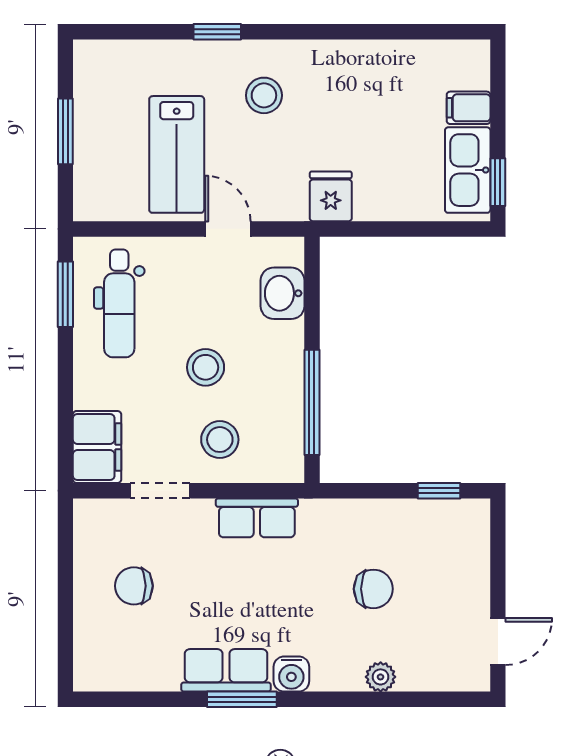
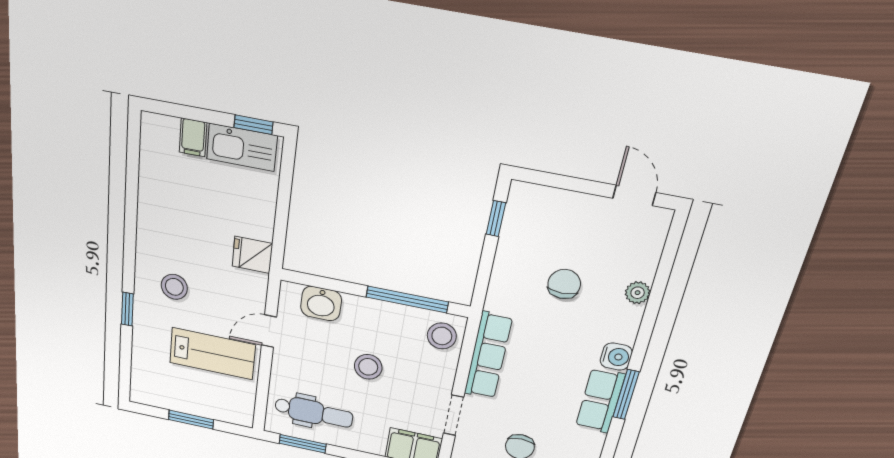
stool: (220, 440) -> (442, 336), moved
row of seats: (257, 518) -> (488, 356), width x1.48

